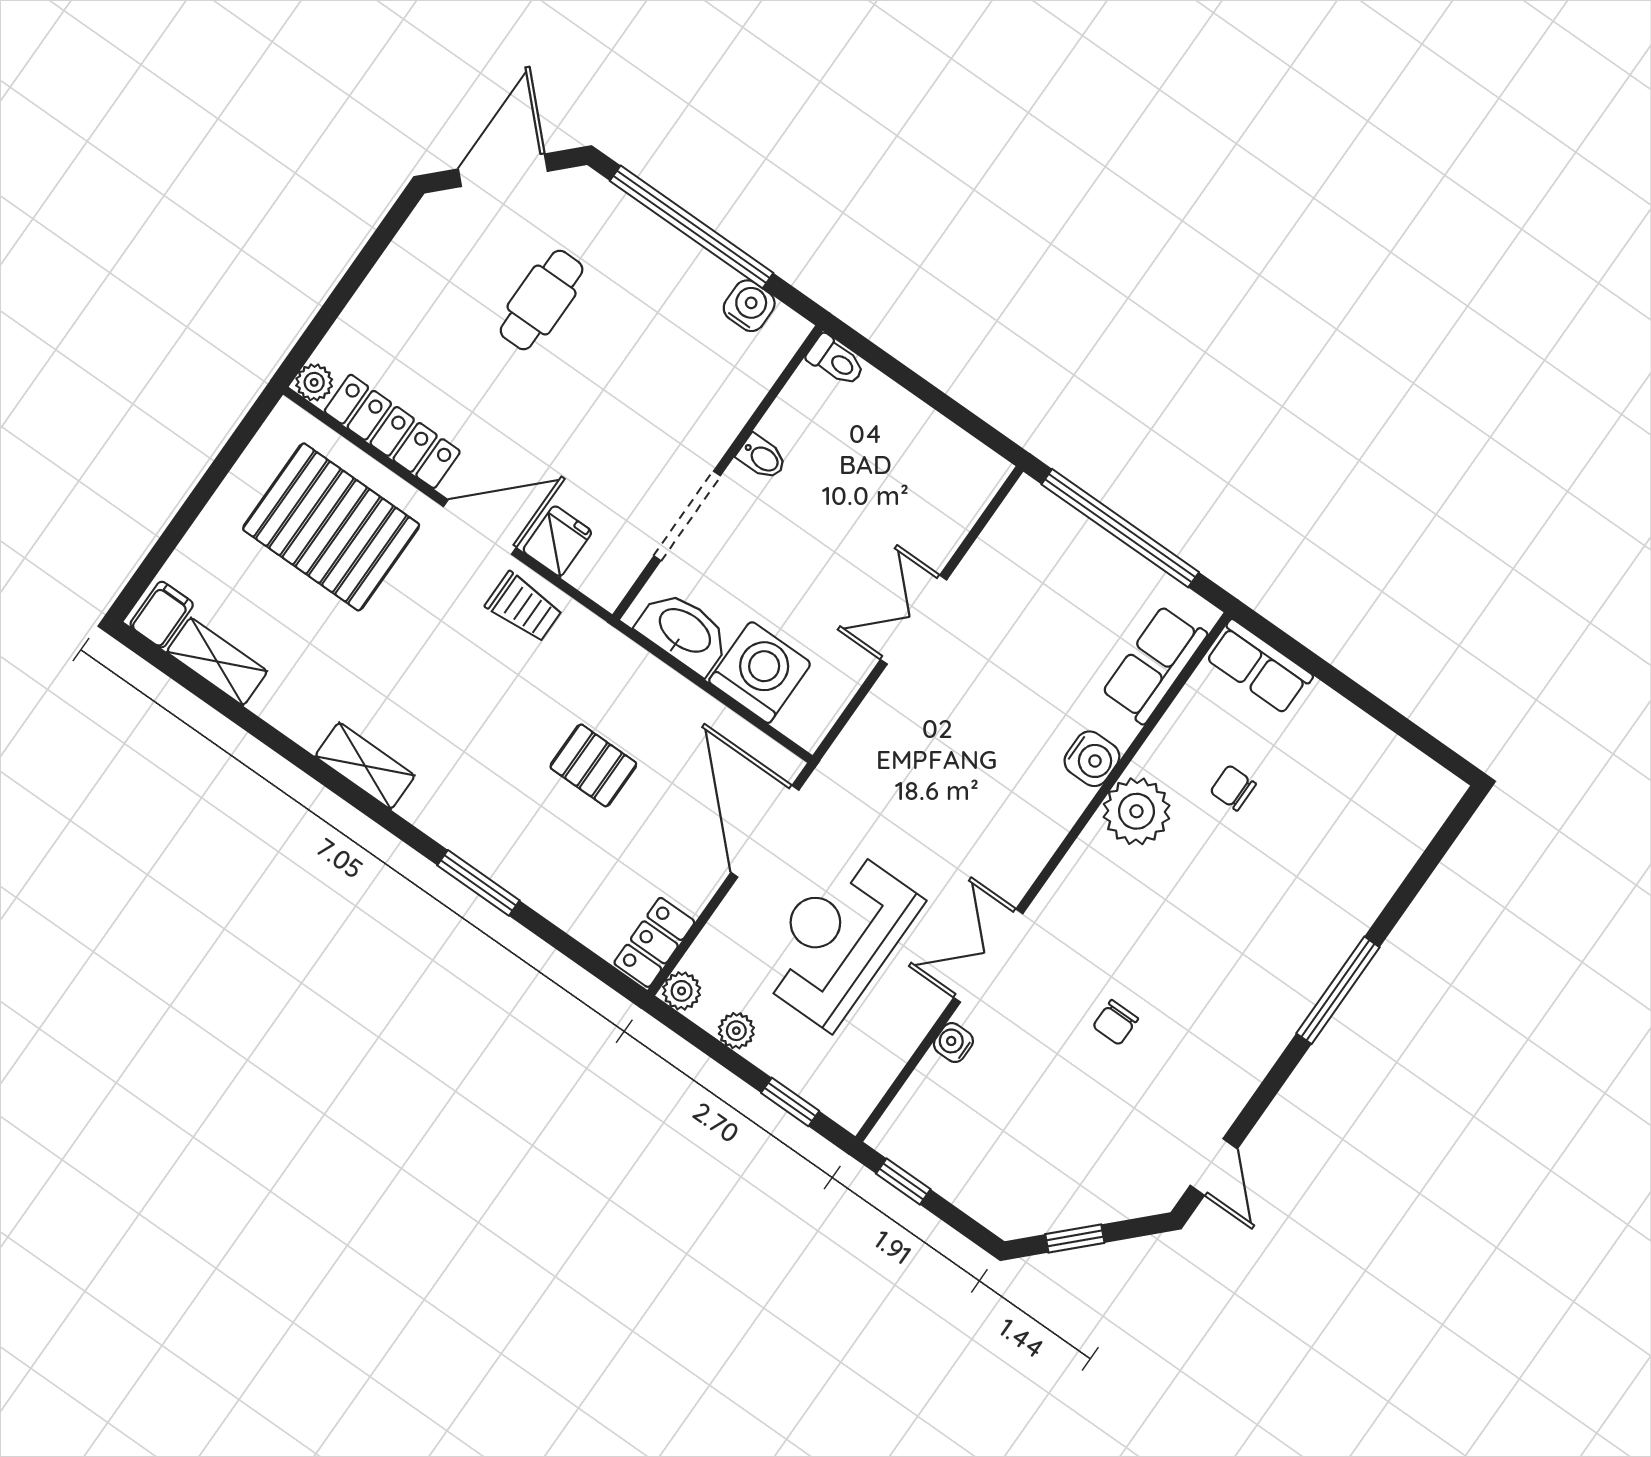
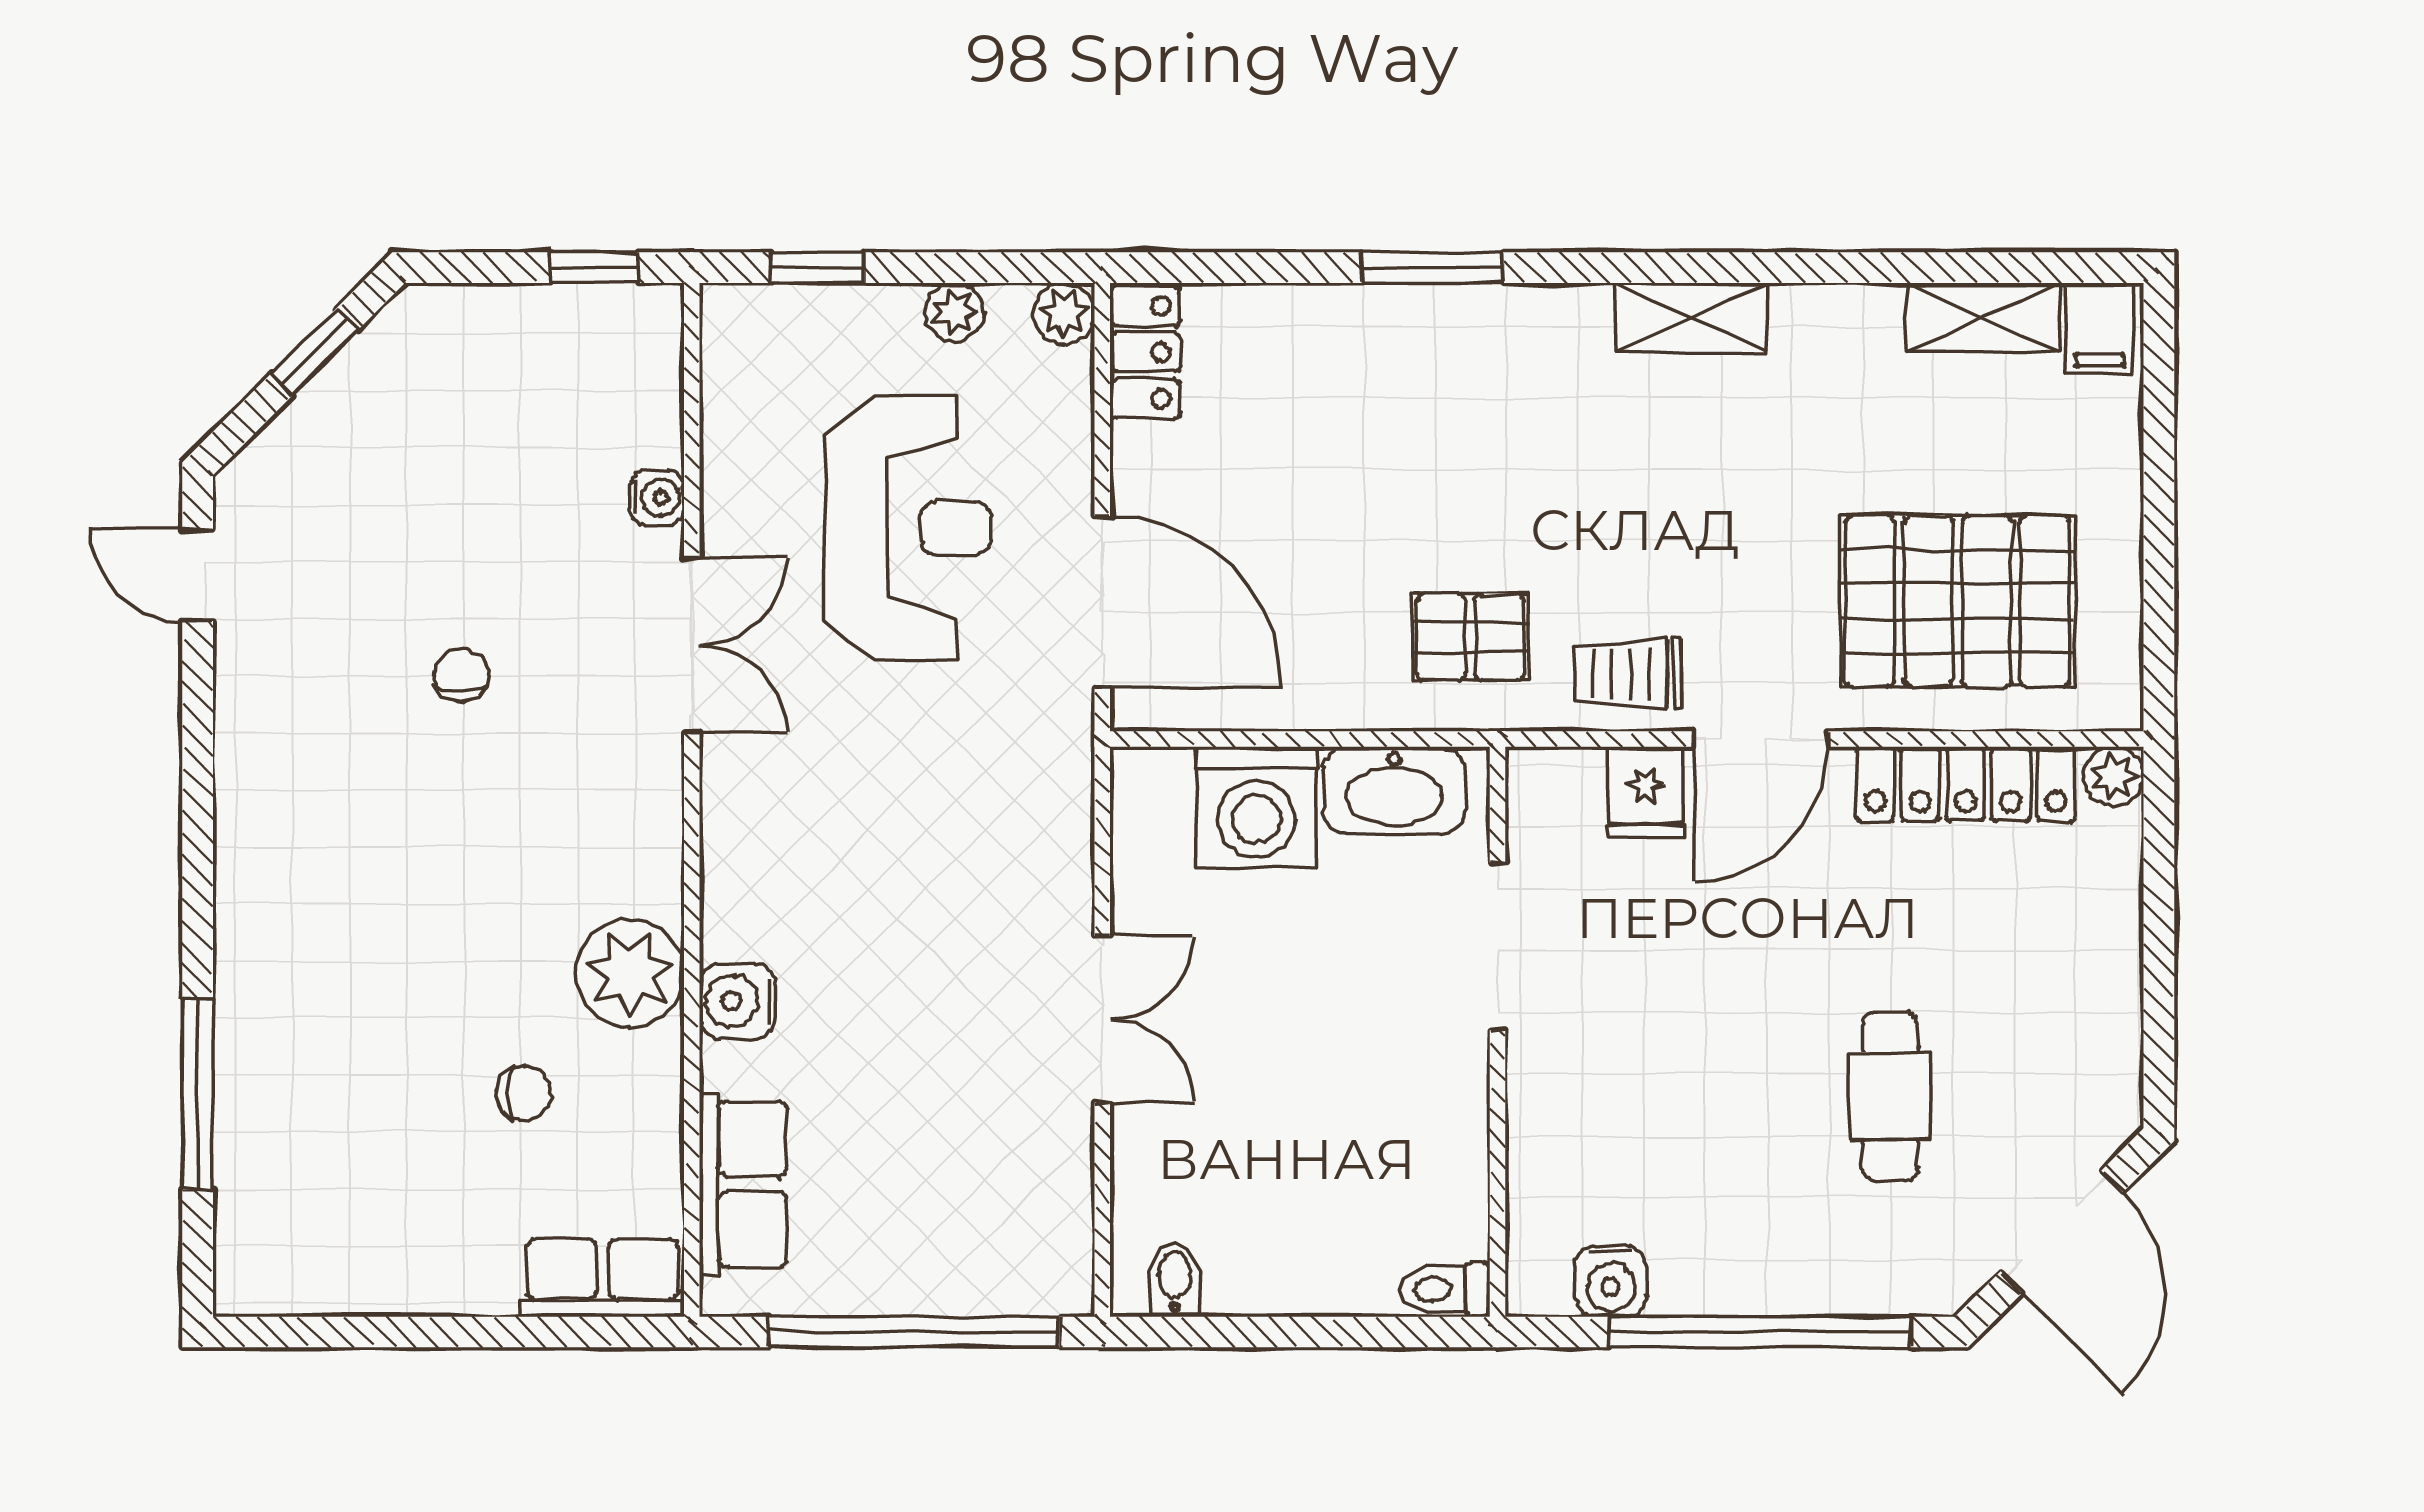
bidet: (762, 457) -> (1175, 1280), moved, turned 90
pallet: (593, 765) -> (1470, 637), moved
window: (1338, 990) -> (198, 1094), moved

